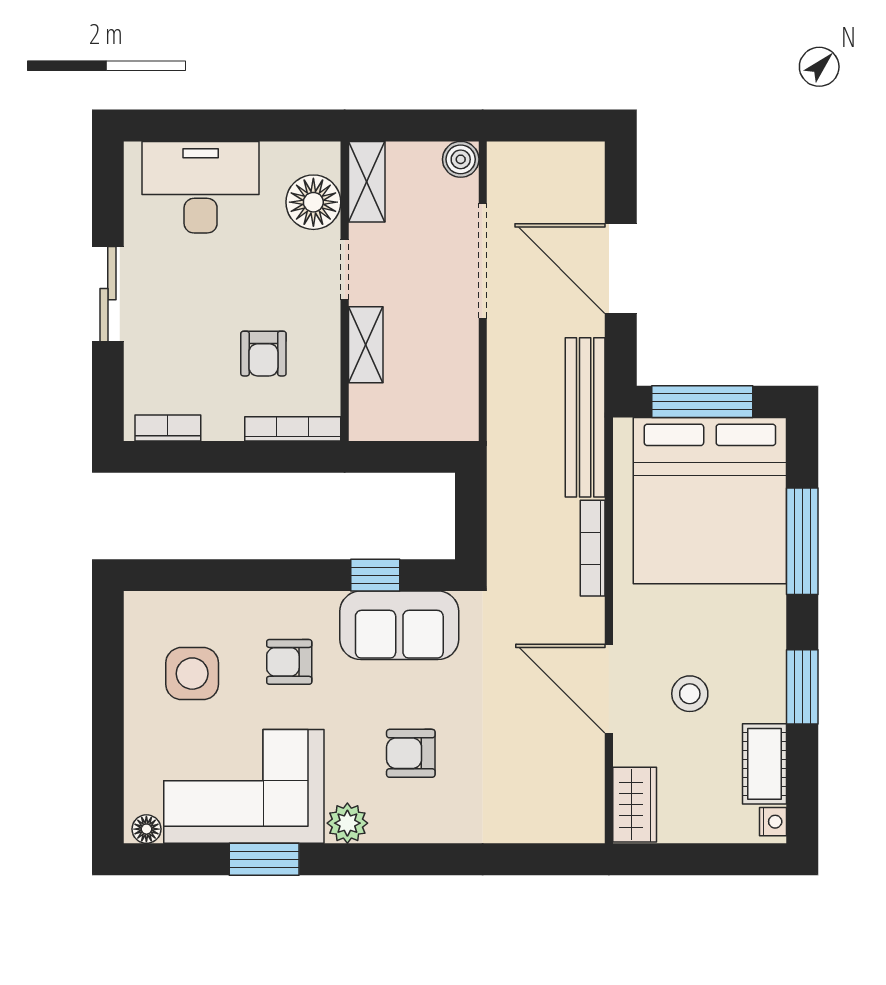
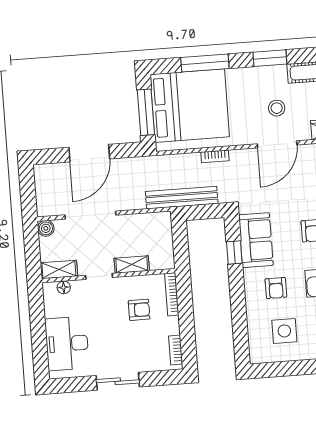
floor lamp: (313, 202) -> (64, 287), width x0.53, depth x0.53
bench: (585, 417) -> (182, 198), moved
bookcase: (593, 548) -> (215, 156), width x0.64

